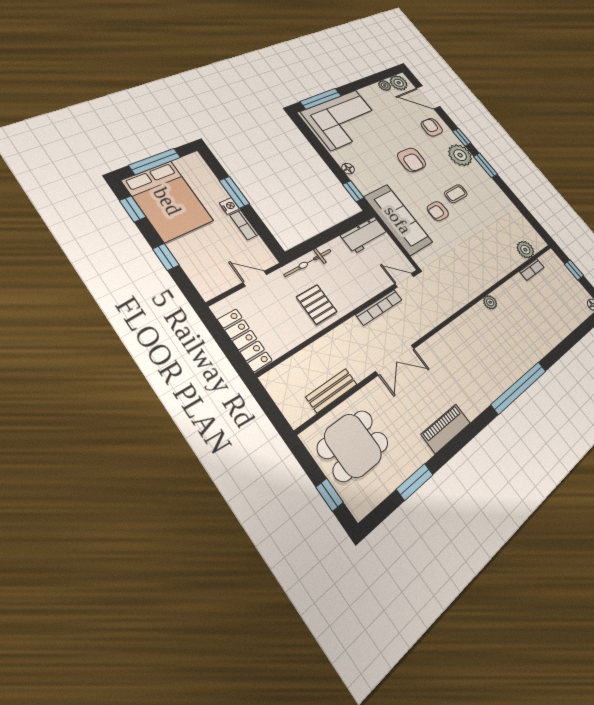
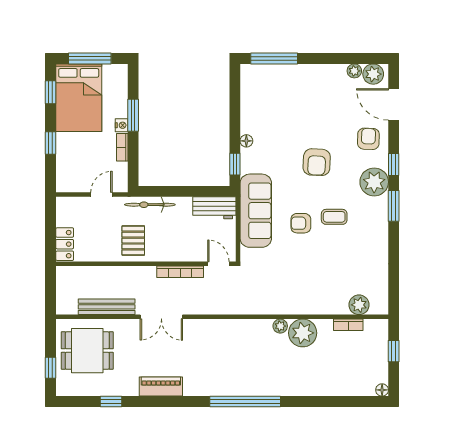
corner sofa: (344, 120) -> (280, 90), removed
door: (255, 279) -> (102, 195), hinge flipped
plant: (509, 297) -> (303, 333), added
locker: (245, 340) -> (65, 244), width x0.66
bench: (332, 391) -> (107, 307), width x1.36
window: (415, 482) -> (111, 402), width x0.67

